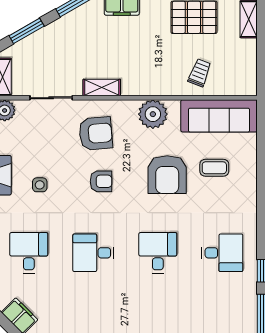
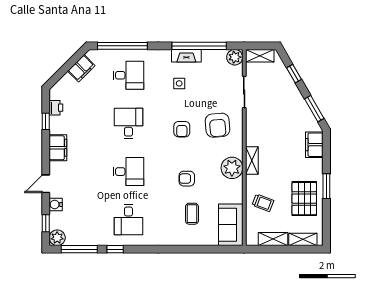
window: (27, 31) -> (294, 74), width x0.67
shelving: (248, 59) -> (273, 239), added
shelving: (102, 88) -> (252, 161), moved
sofa: (219, 116) -> (231, 225), width x0.73
armchair: (167, 175) -> (187, 179), width x0.53, depth x0.53

